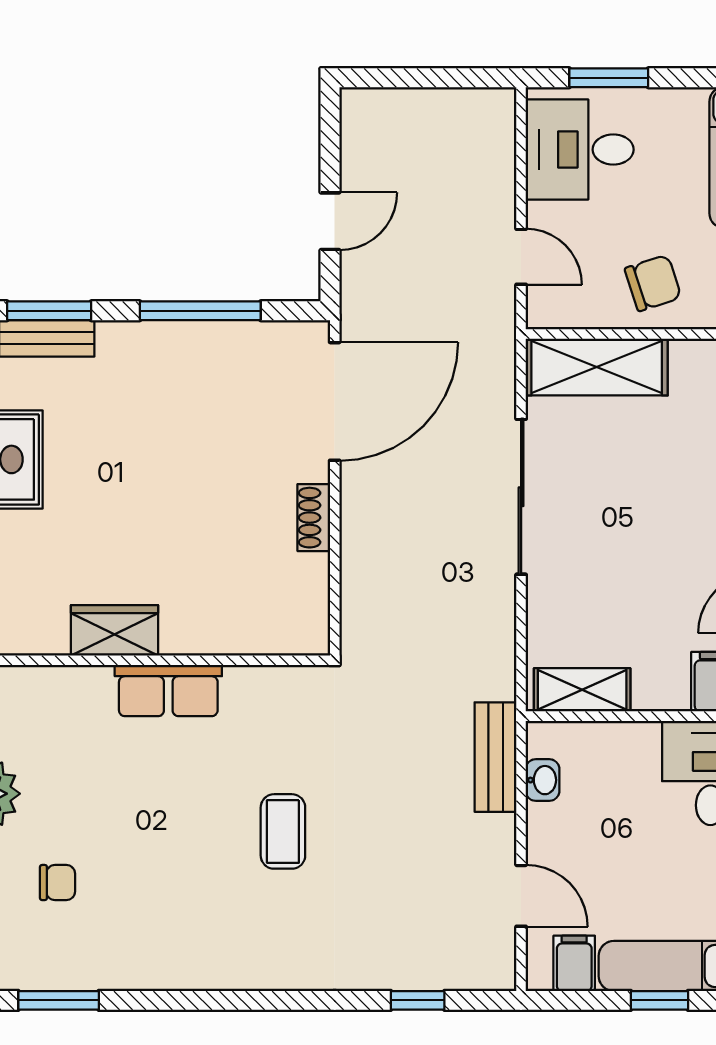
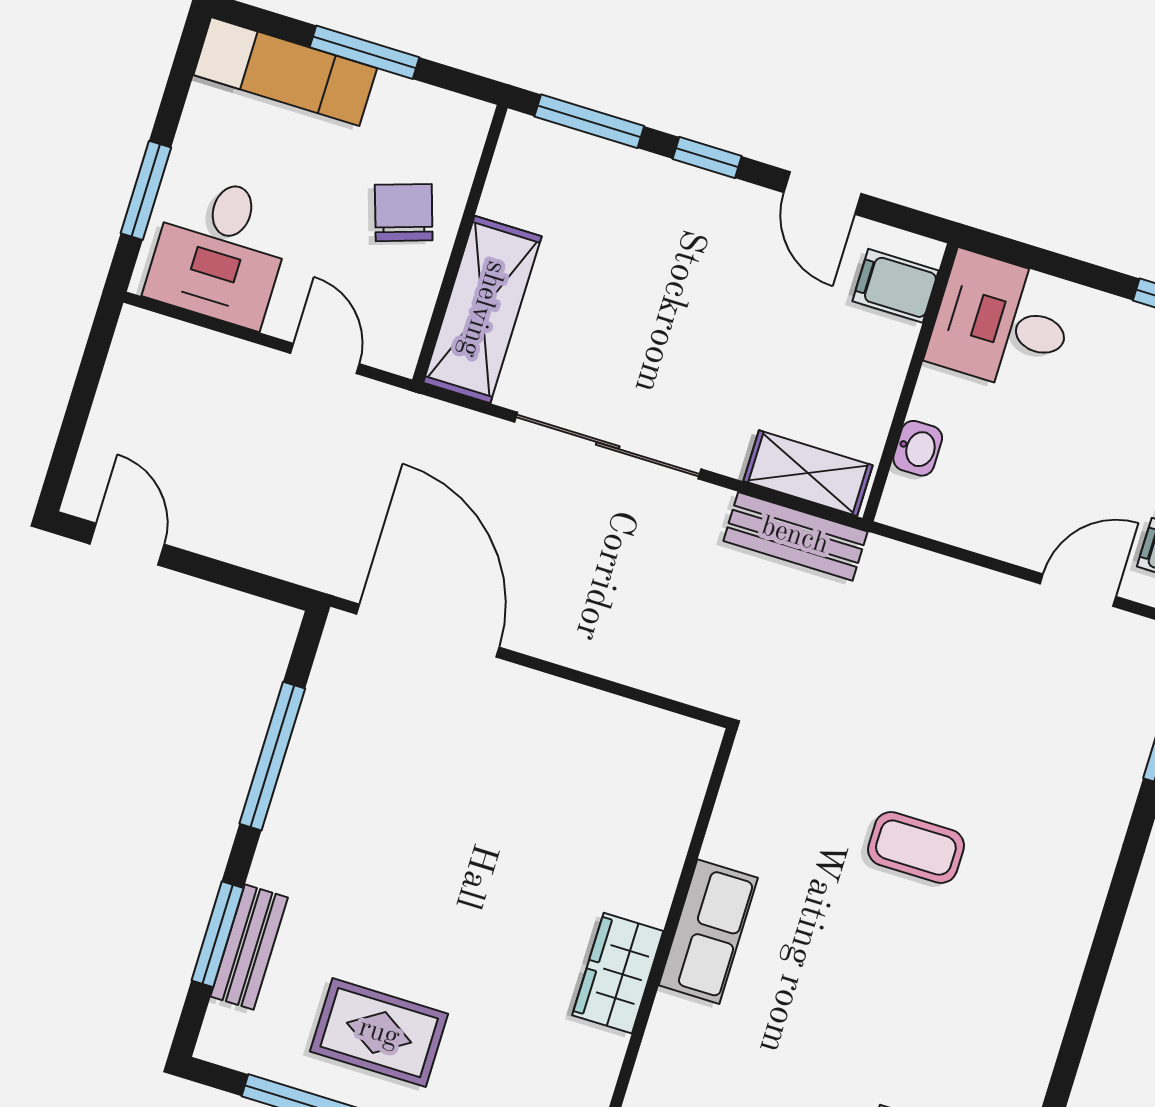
door: (330, 221) -> (127, 544), moved
door: (521, 257) -> (325, 359), hinge flipped
shoe rack: (314, 518) -> (557, 697), removed
shelving: (582, 690) -> (808, 473), moved, turned 90
bench: (495, 757) -> (795, 536), moved
washbasin: (543, 780) -> (918, 448), moved, turned 90

